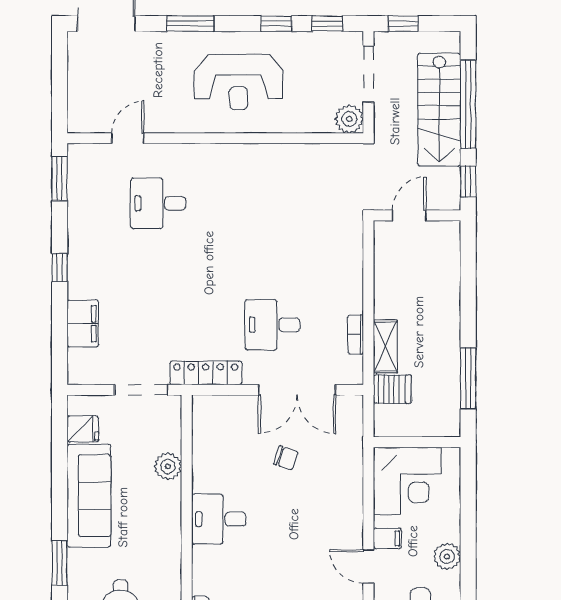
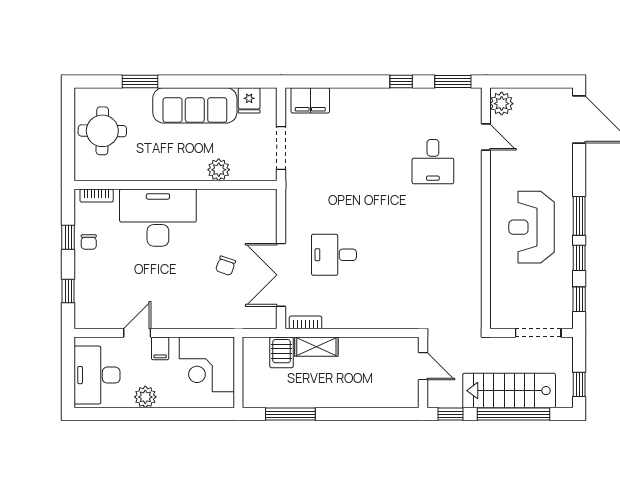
window: (190, 24) -> (579, 216), moved
window: (403, 24) -> (579, 384), moved
plant: (349, 119) -> (502, 104), moved
desk: (158, 203) -> (433, 162), turned 180
window: (60, 268) -> (401, 81), moved
filing cabinet: (83, 324) -> (310, 100), moved
desk: (272, 325) -> (334, 255), turned -90
bookcase: (356, 334) -> (306, 322), moved
locker: (206, 373) -> (295, 200), removed
desk: (219, 519) -> (158, 218), width x1.87, depth x1.30

